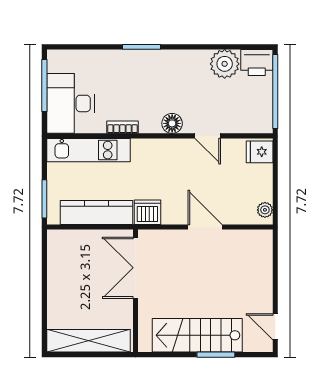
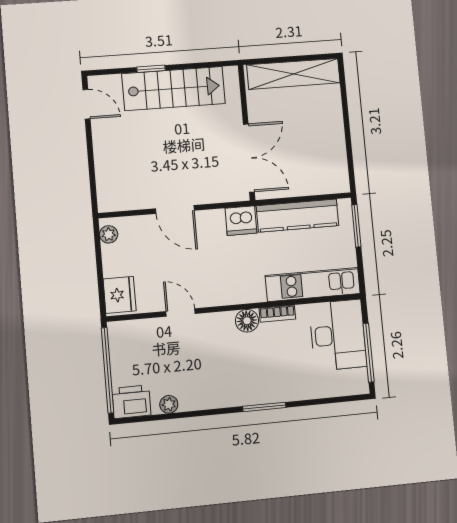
plant: (225, 64) -> (169, 404), width x0.53, depth x0.53
floor lamp: (172, 123) -> (247, 321), moved
fridge: (260, 152) -> (120, 295), width x1.38
window: (216, 355) -> (151, 69), width x0.67

